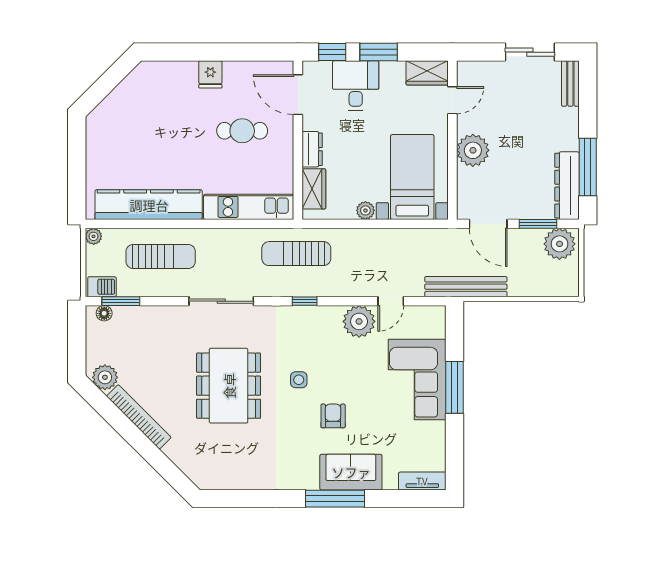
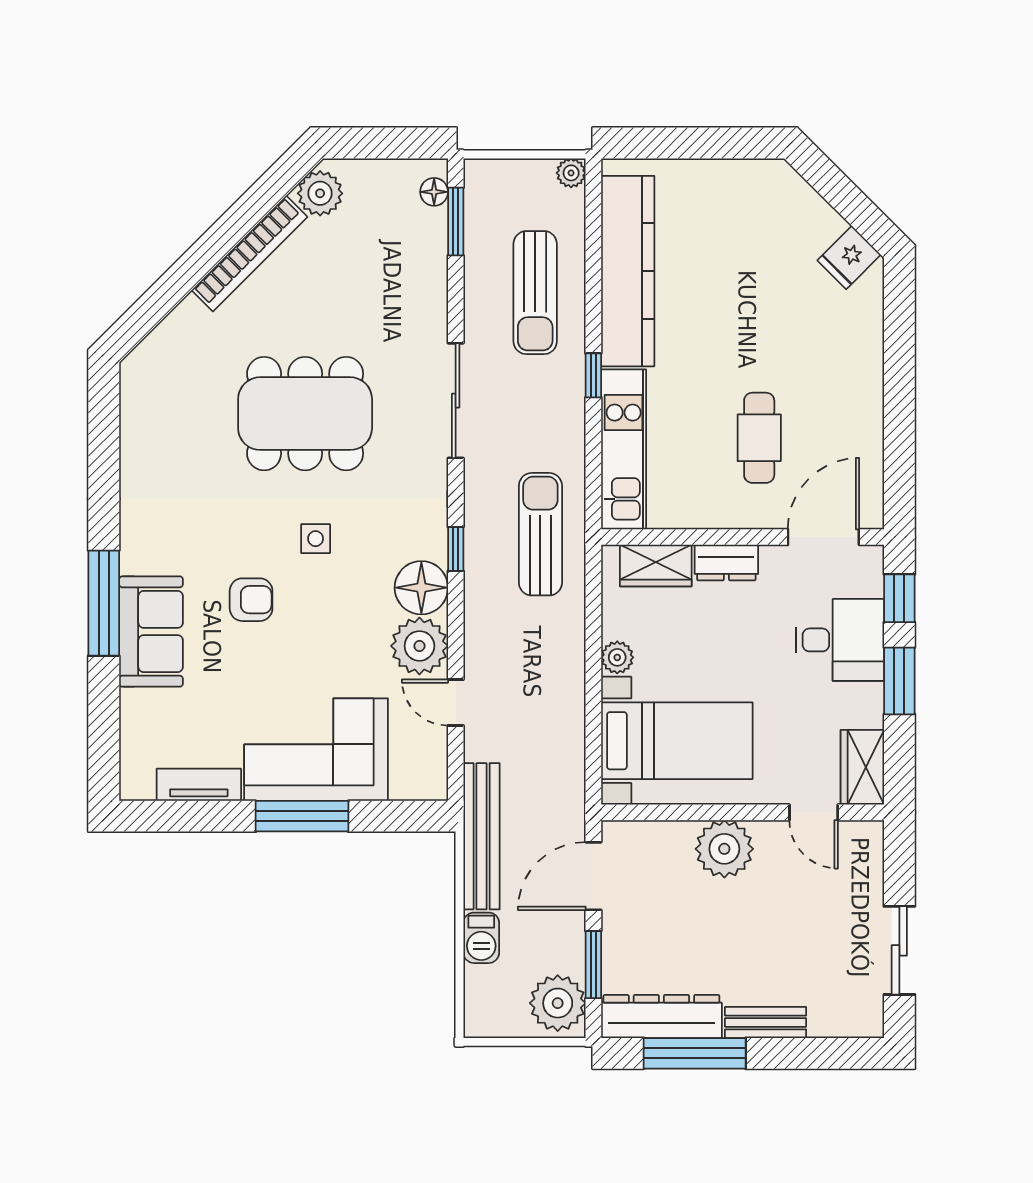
fridge: (210, 74) -> (849, 258), moved, turned -45
bench: (570, 84) -> (766, 1022), moved
window: (207, 224) -> (593, 375), added
barbecue: (102, 287) -> (481, 938), moved
floor lamp: (326, 320) -> (421, 588), added
tv unit: (422, 481) -> (199, 785), moved, turned -90

